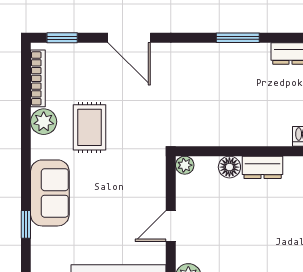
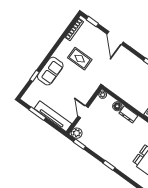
plant: (44, 122) -> (66, 45), removed
rug: (90, 127) -> (80, 59), turned 90
door: (171, 226) -> (83, 112), hinge flipped

